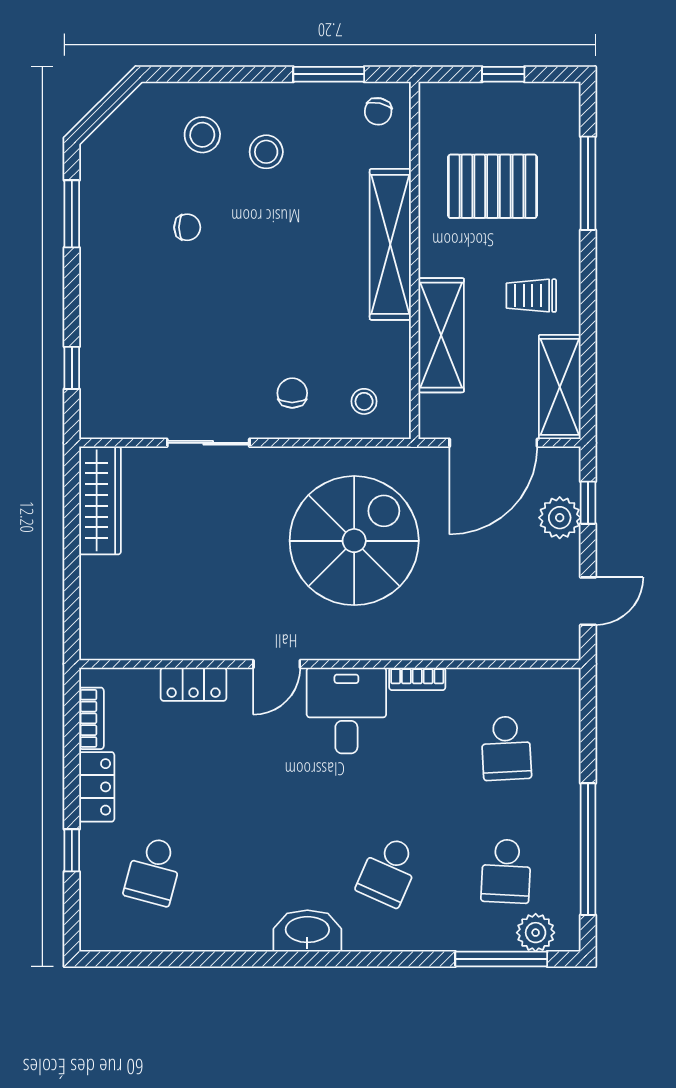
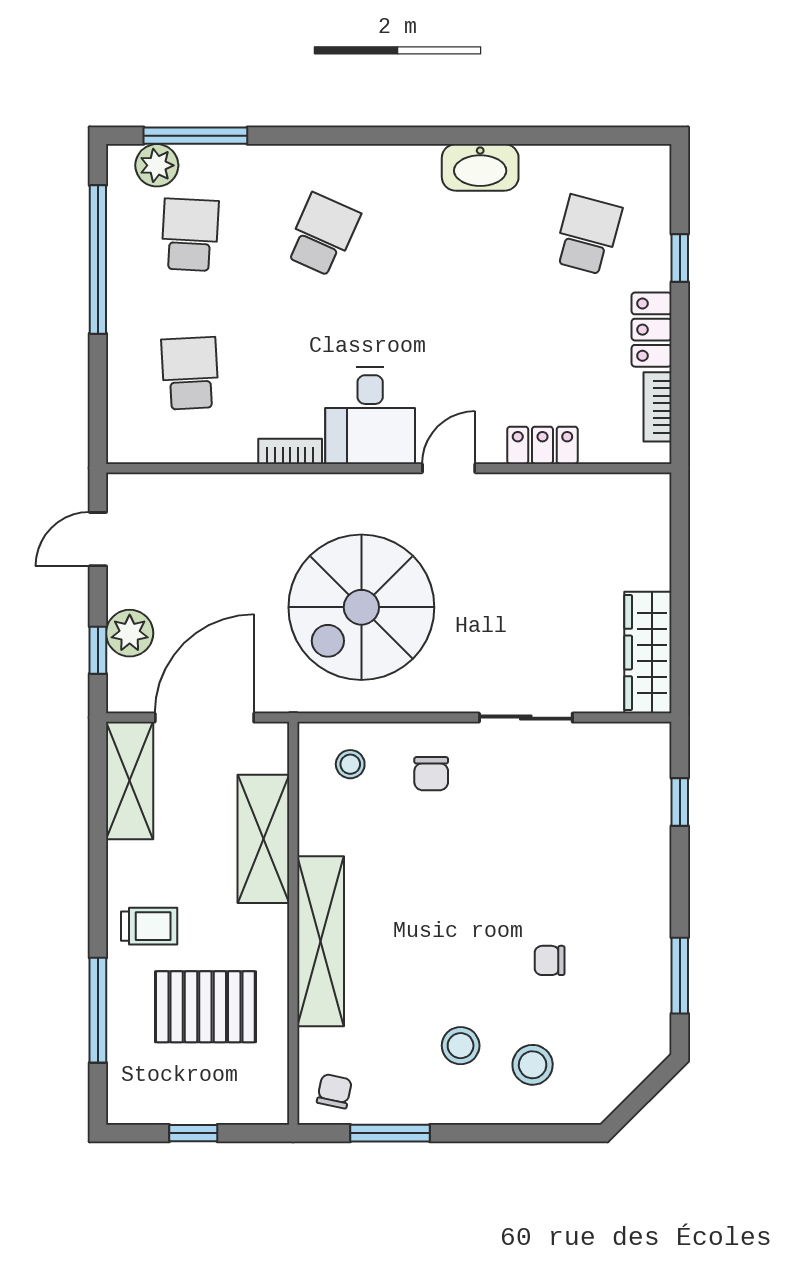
trolley: (531, 296) -> (149, 926), moved
washbasin: (307, 931) -> (480, 167), moved

